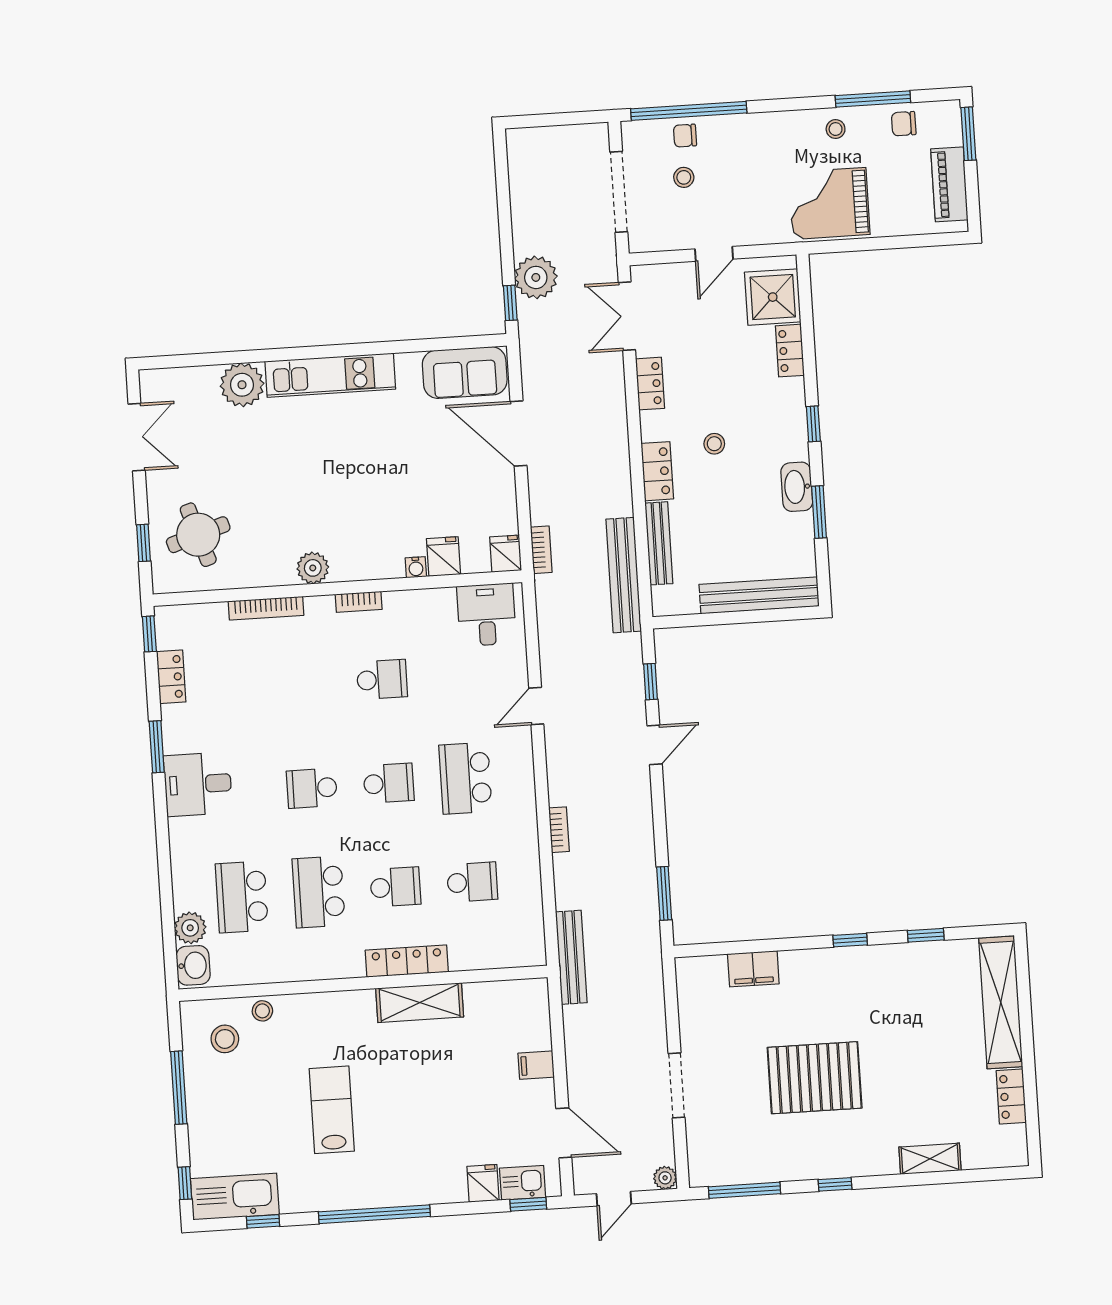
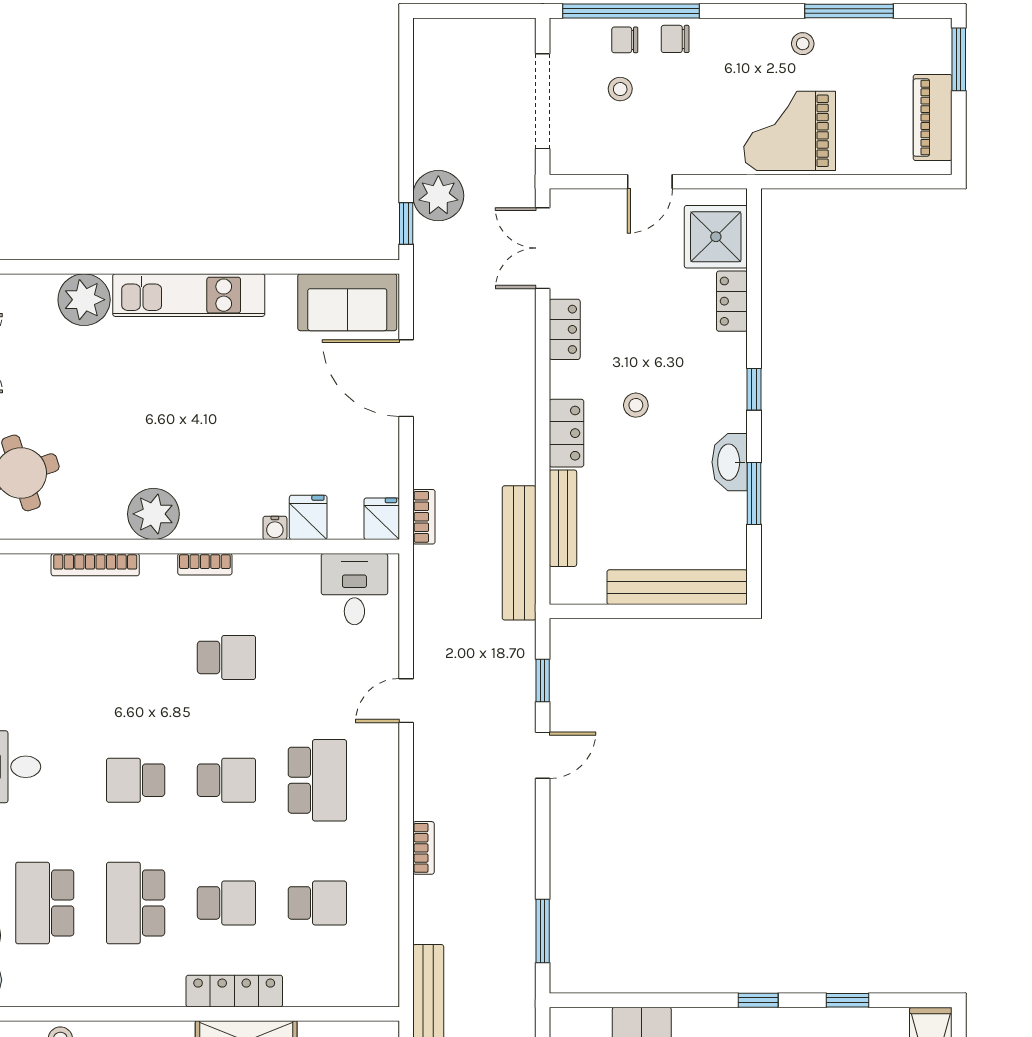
chair: (904, 124) -> (675, 39), moved
plant: (313, 568) -> (153, 514), width x1.36, depth x1.36
school desk: (465, 778) -> (317, 780), turned 180

